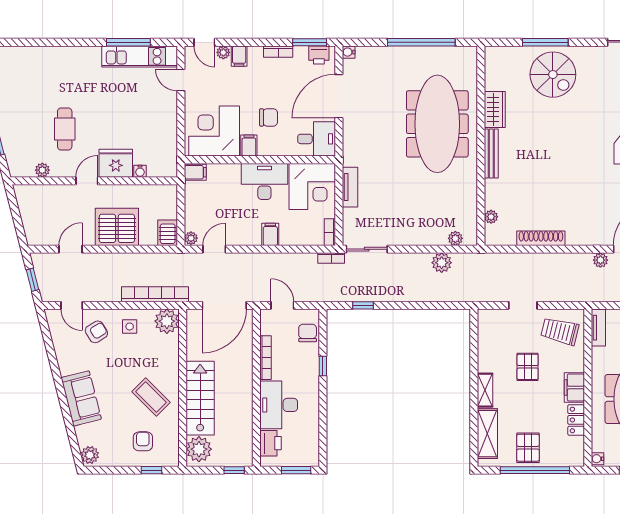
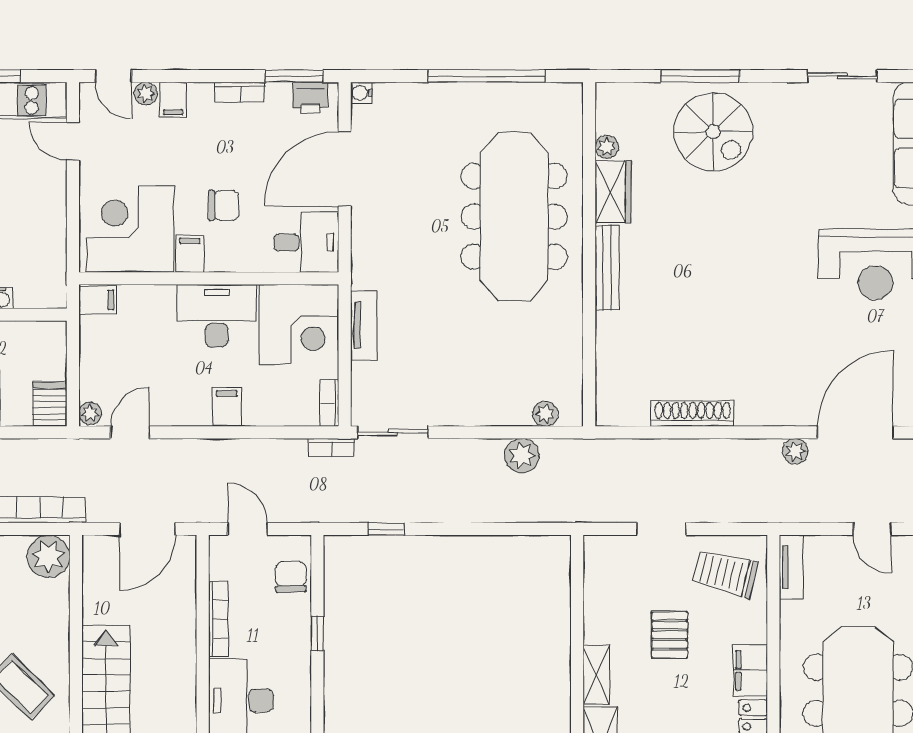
plant: (491, 217) -> (607, 147), moved
door: (224, 305) -> (147, 529), width x0.73

